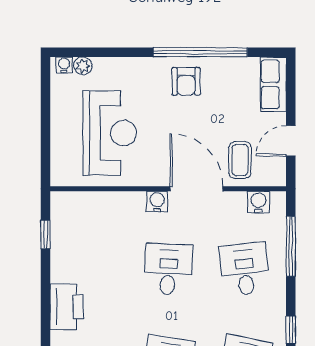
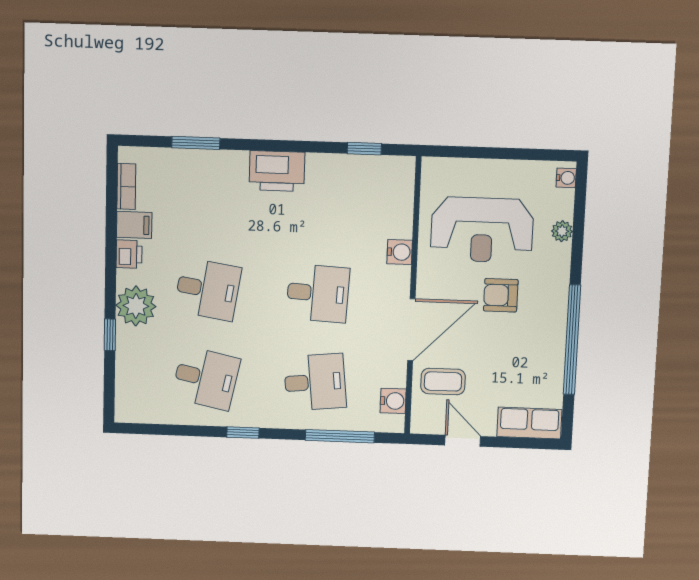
plant: (83, 66) -> (562, 231), moved
armchair: (186, 81) -> (501, 295), moved
water cooler: (157, 201) -> (400, 252), moved

